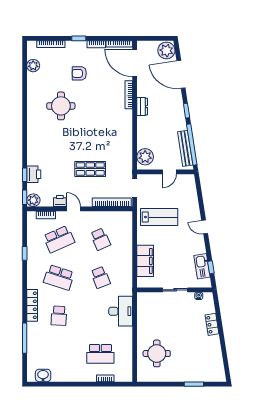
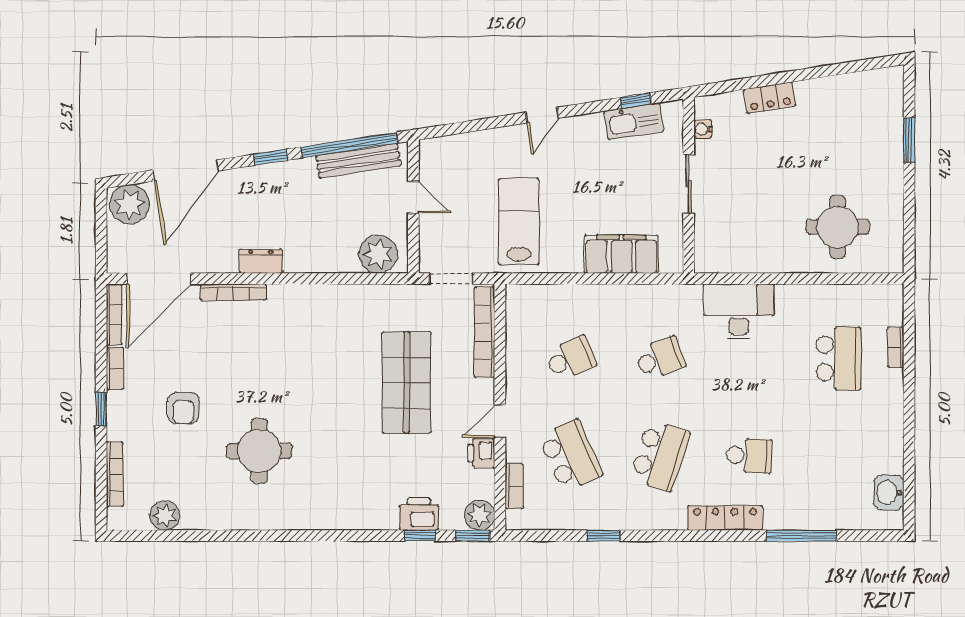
shop shelf: (90, 169) -> (406, 382), width x1.43, depth x1.36

